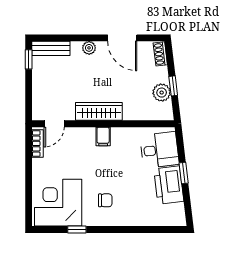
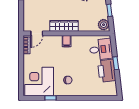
plant: (162, 93) -> (104, 25), moved

